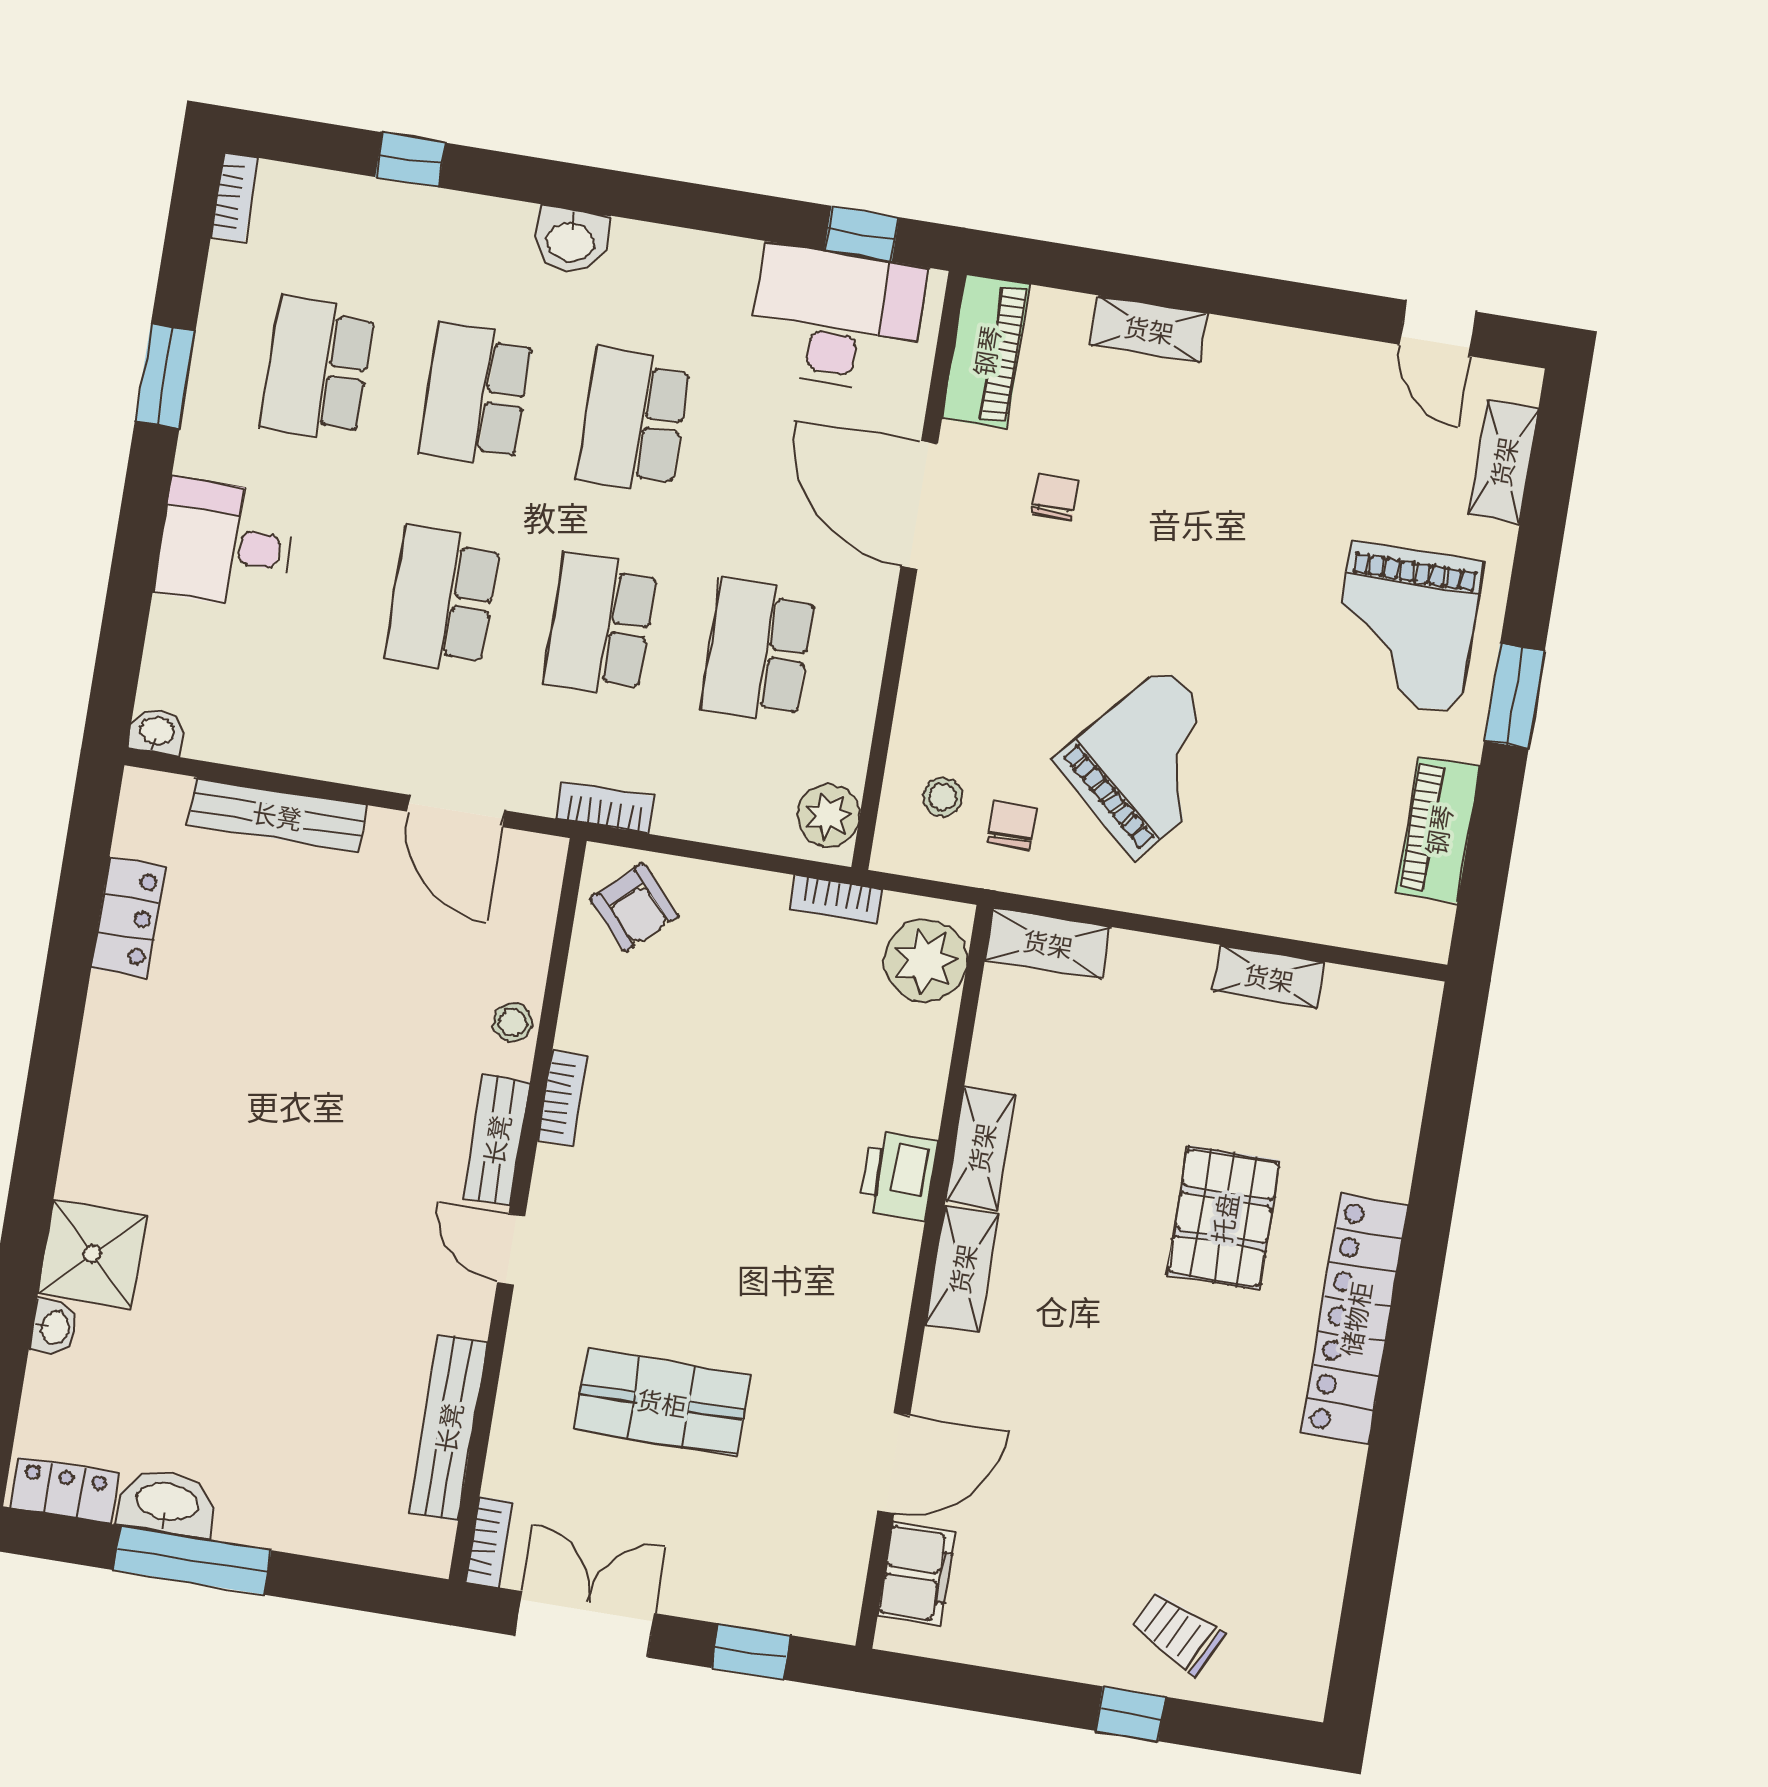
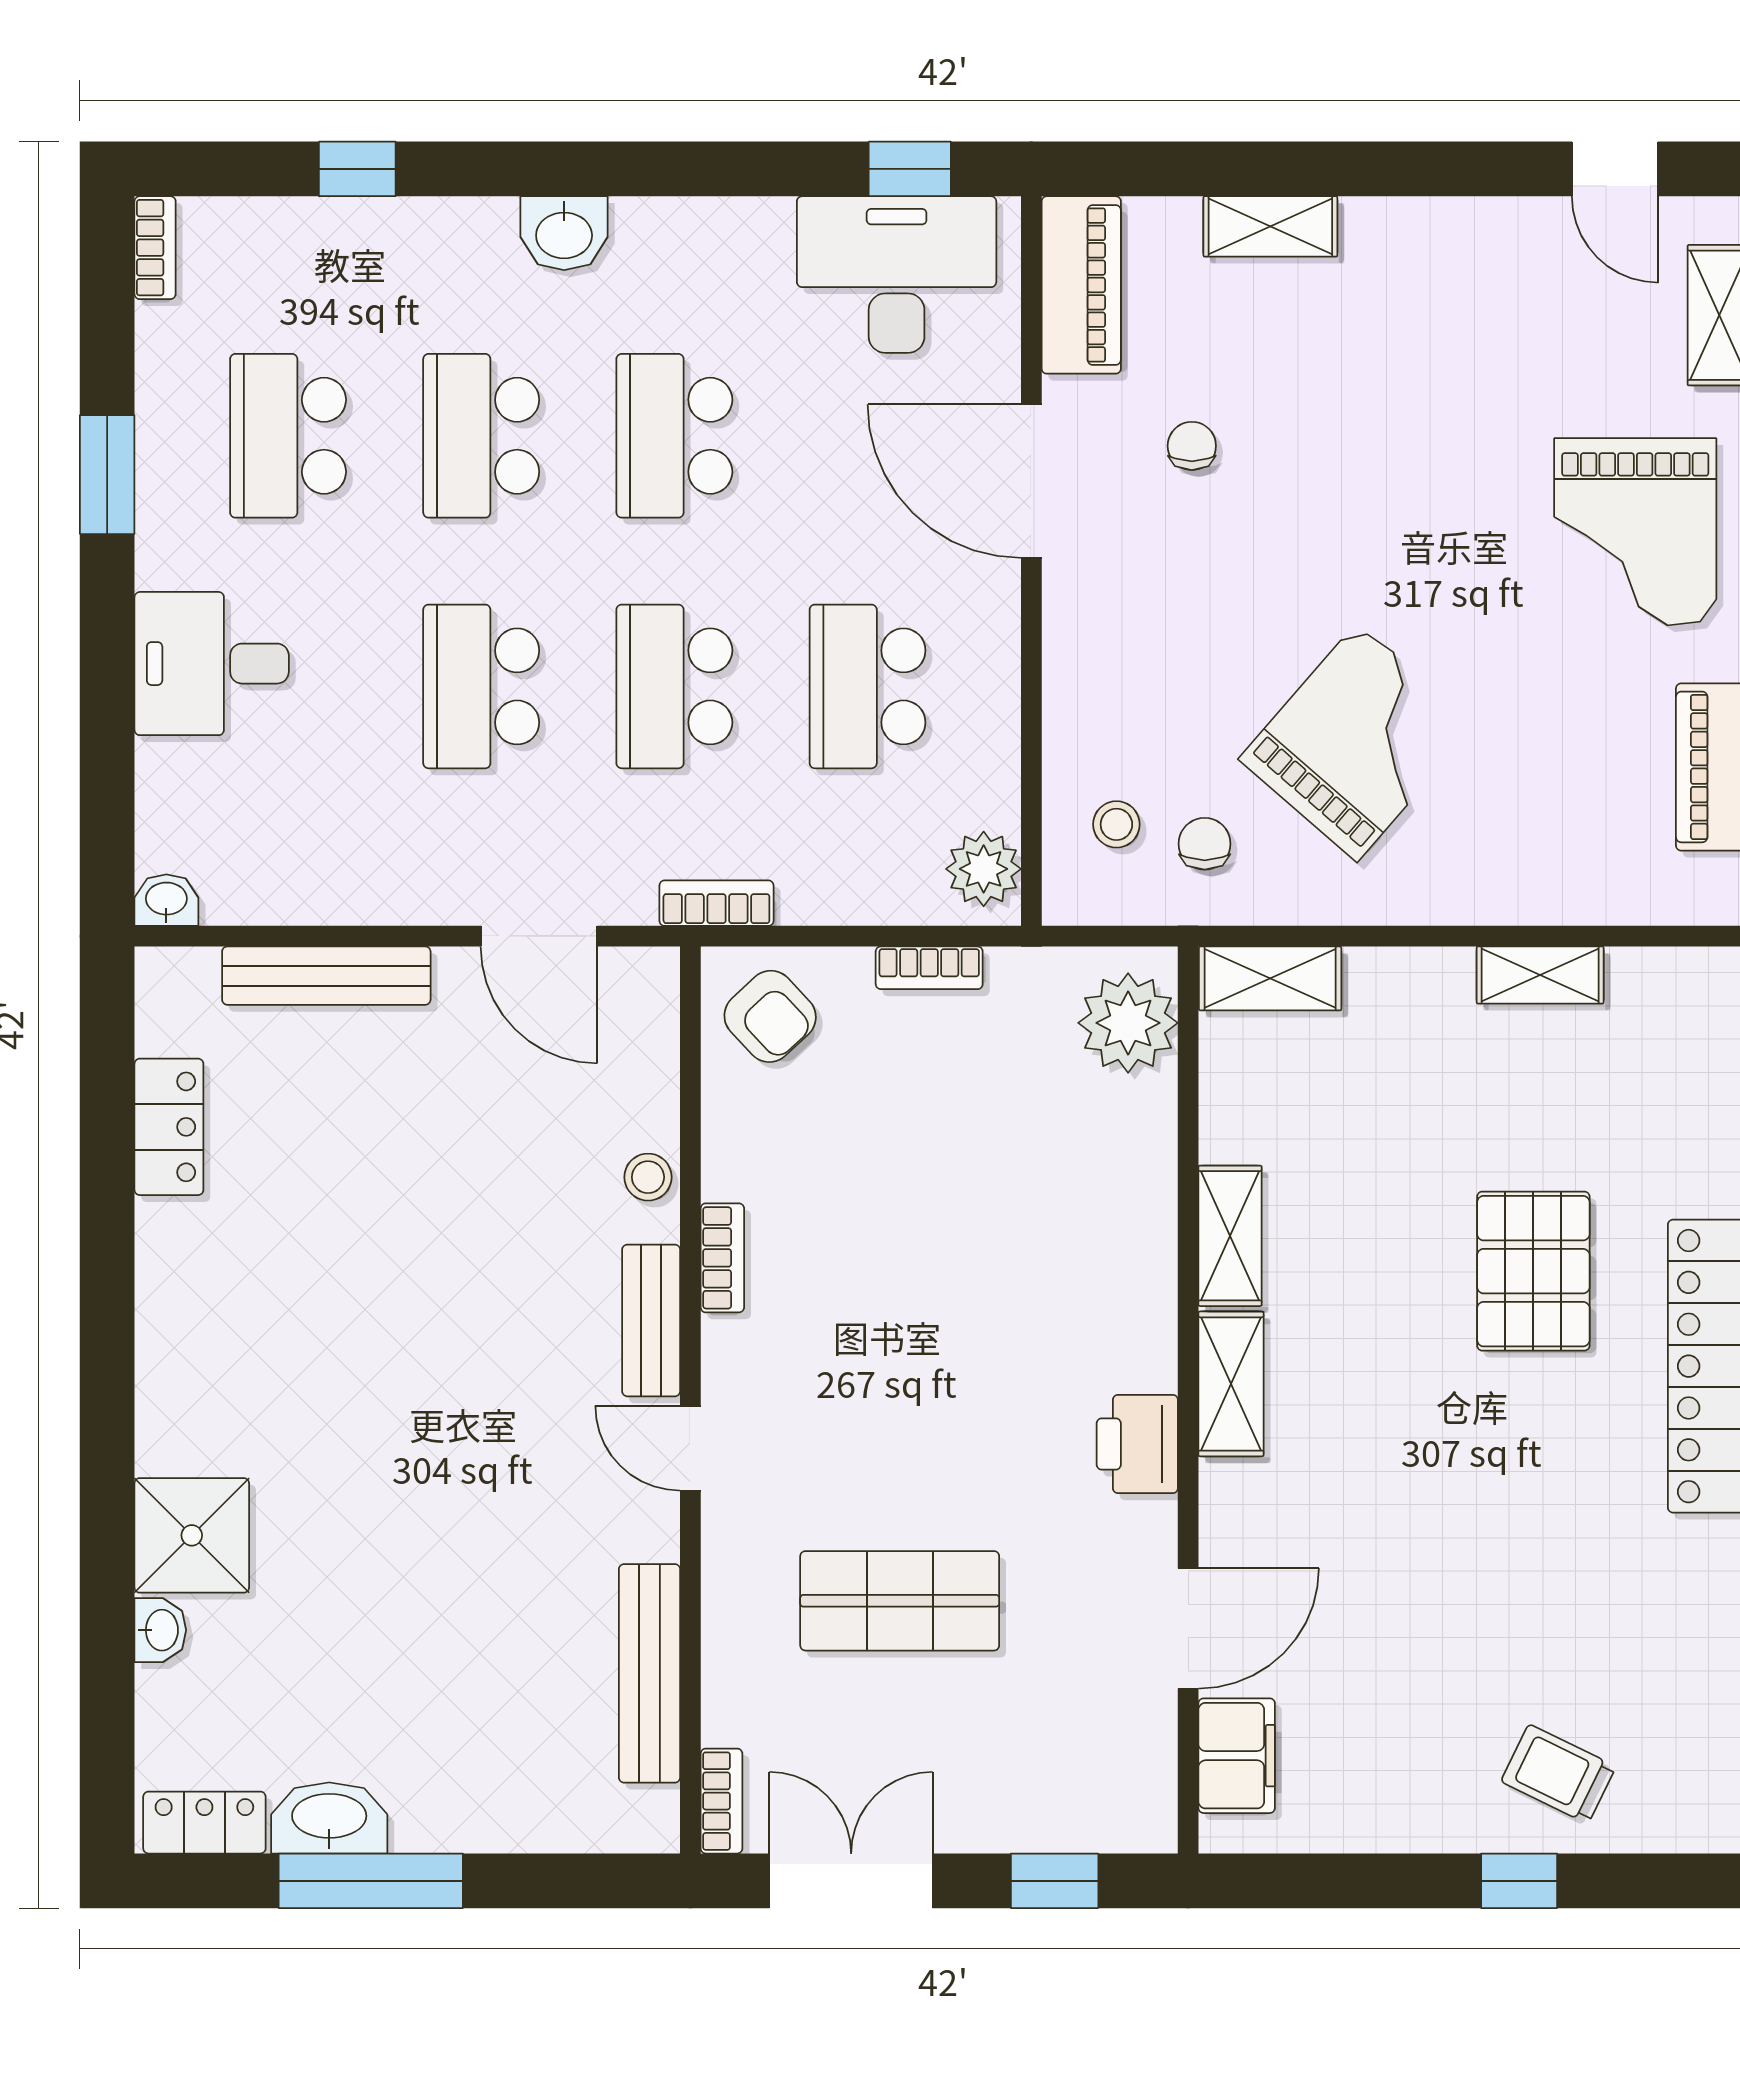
bookcase: (837, 900) -> (929, 968), moved
printer: (898, 1176) -> (1137, 1444), moved

